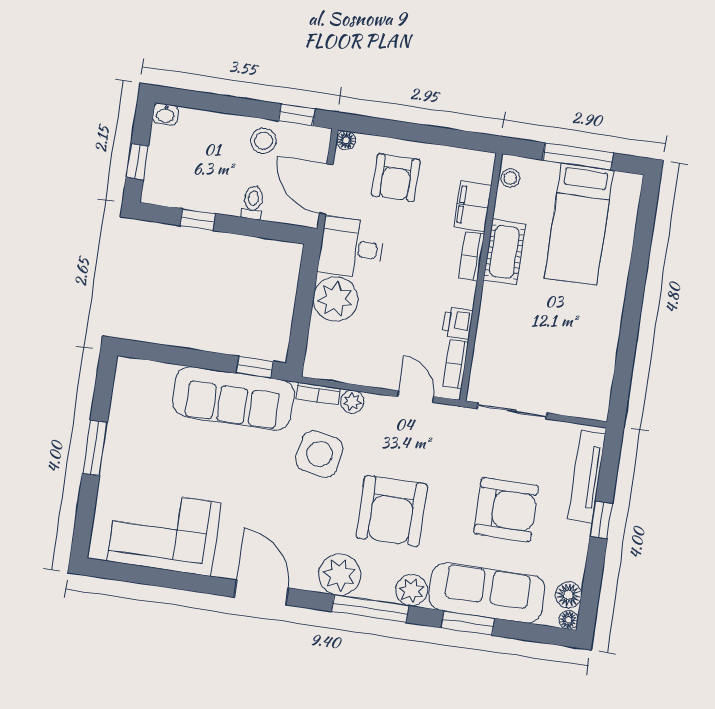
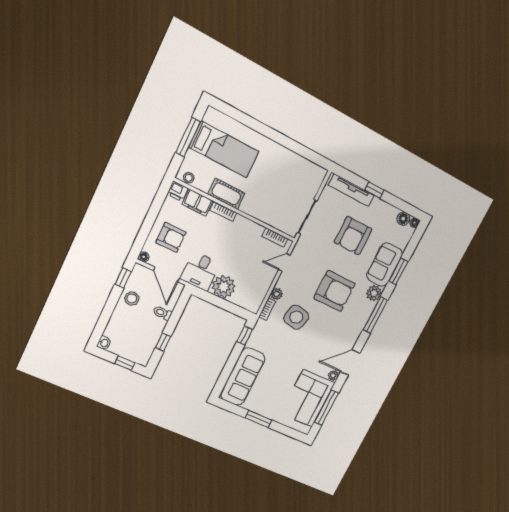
door: (326, 189) -> (166, 275), hinge flipped
printer: (457, 323) -> (178, 191), moved
sofa: (233, 398) -> (243, 377), moved
armchair: (506, 510) -> (353, 236), turned 180
plant: (340, 575) -> (333, 375), moved, width x0.53, depth x0.53
window: (155, 577) -> (326, 408), added
sofa: (487, 593) -> (385, 265), width x0.73

